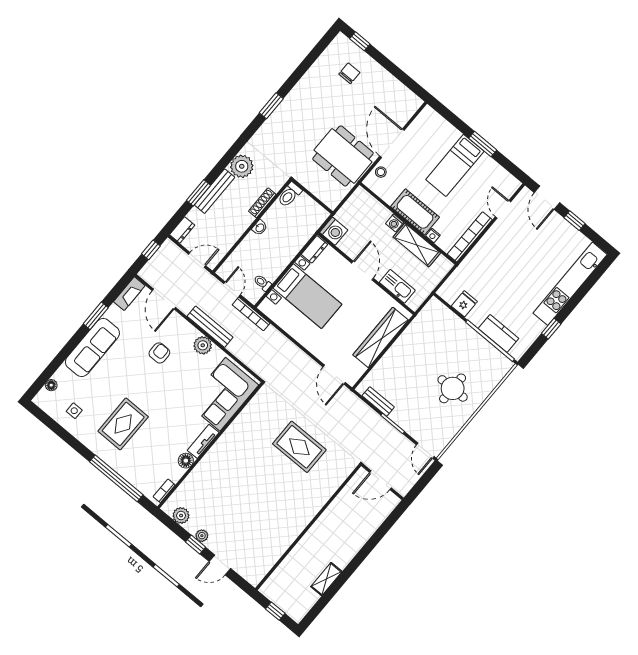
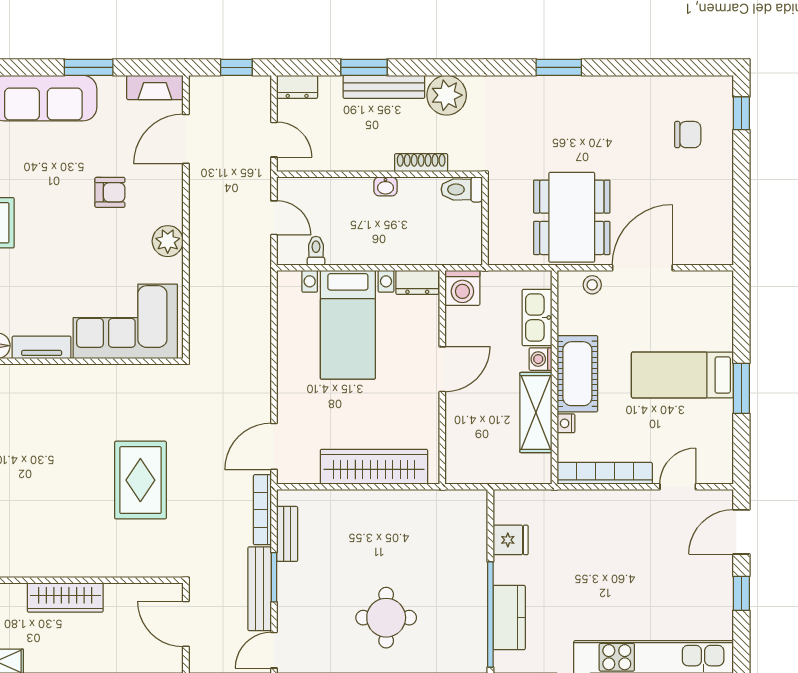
kitchen sink: (397, 286) -> (537, 317), moved, turned 180
door: (232, 289) -> (274, 218), hinge flipped
bookcase: (251, 314) -> (262, 510), moved
bench: (210, 327) -> (260, 589), moved
wardrobe: (324, 524) -> (65, 598), added

